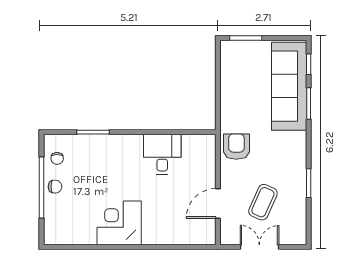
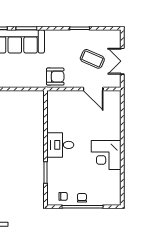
armchair: (236, 147) -> (55, 77), turned 180
desk: (162, 154) -> (60, 145), moved

